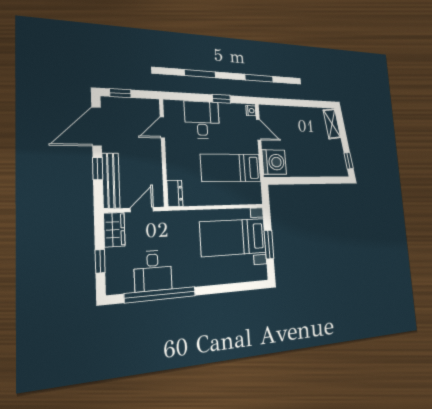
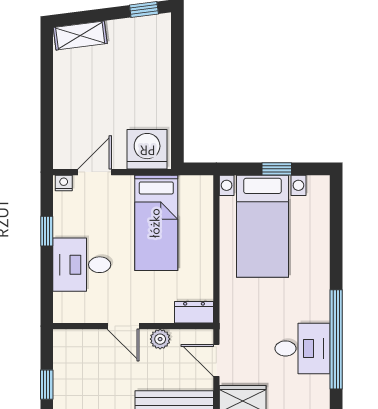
door: (162, 127) -> (123, 326), moved
plant: (155, 170) -> (160, 339), added
window: (269, 245) -> (277, 169), width x0.67

